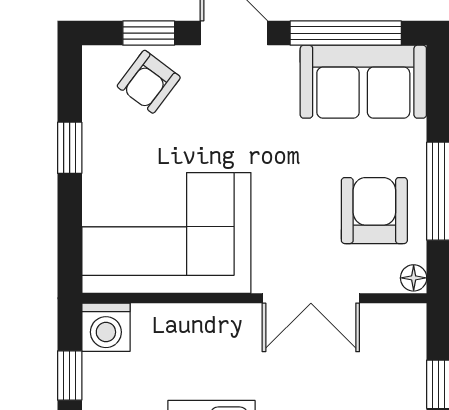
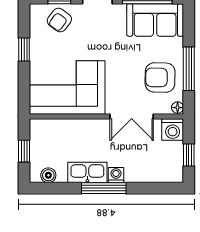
armchair: (374, 211) -> (160, 78), turned -89
washing machine: (106, 327) -> (173, 130), moved

